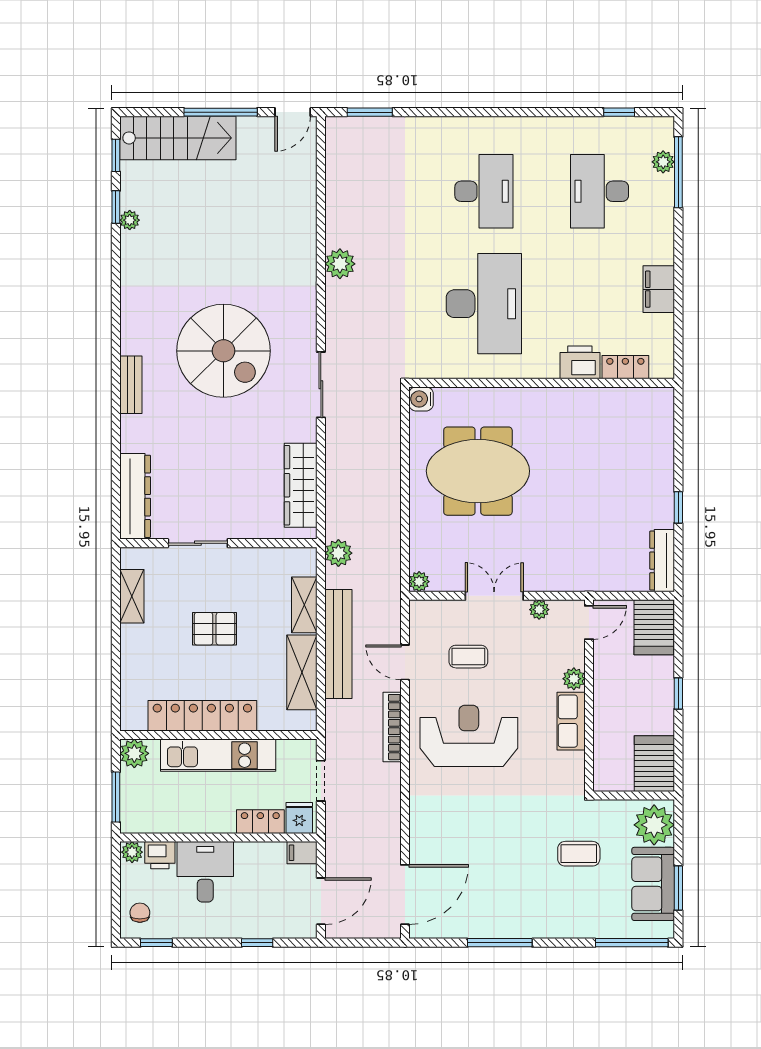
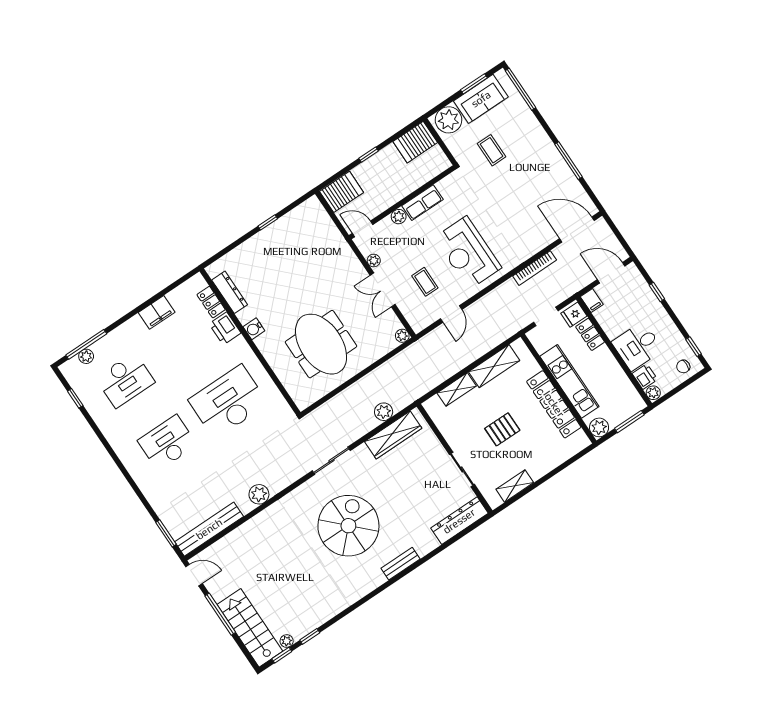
plant: (130, 220) -> (287, 641), moved
water cooler: (421, 399) -> (254, 329), moved, turned 90
plant: (338, 553) -> (384, 412), moved
dresser: (662, 561) -> (230, 292), moved, turned -90
pallet: (214, 629) -> (502, 429), turned 90
bench: (338, 644) -> (209, 529), moved
bookcase: (392, 727) -> (535, 268), moved

